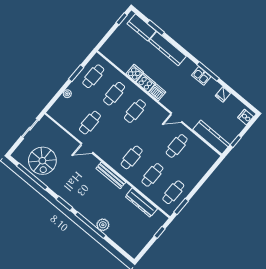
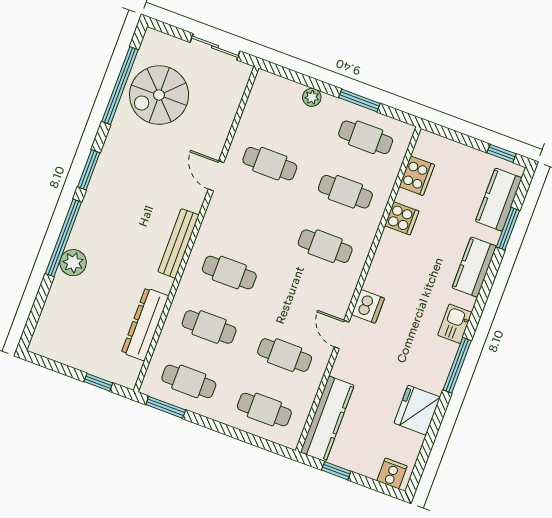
kitchen counter: (167, 49) -> (474, 267), width x0.67
kitchen sink: (201, 76) -> (455, 324), moved
cooker: (146, 83) -> (417, 176), moved
dishwasher: (157, 92) -> (368, 306), moved
fridge: (223, 95) -> (417, 410), width x1.88, depth x1.34
cafe table: (197, 163) -> (264, 410), added

